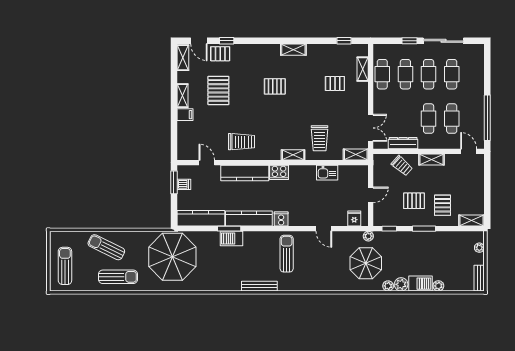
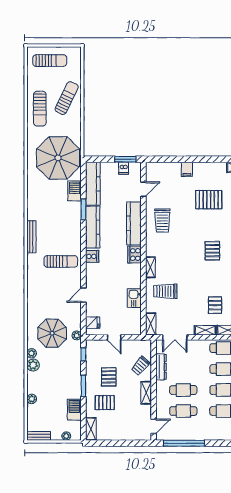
shelving: (182, 96) -> (205, 330), moved
barbecue: (232, 238) -> (75, 191), moved
barbecue: (420, 284) -> (74, 410), moved, turned 180

